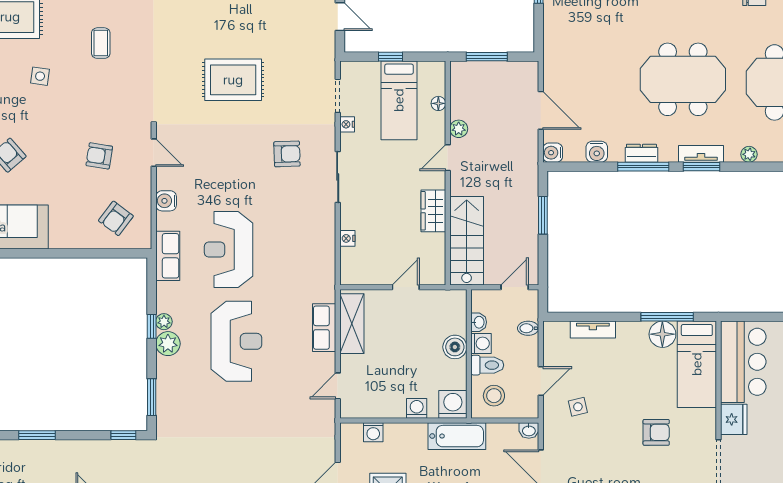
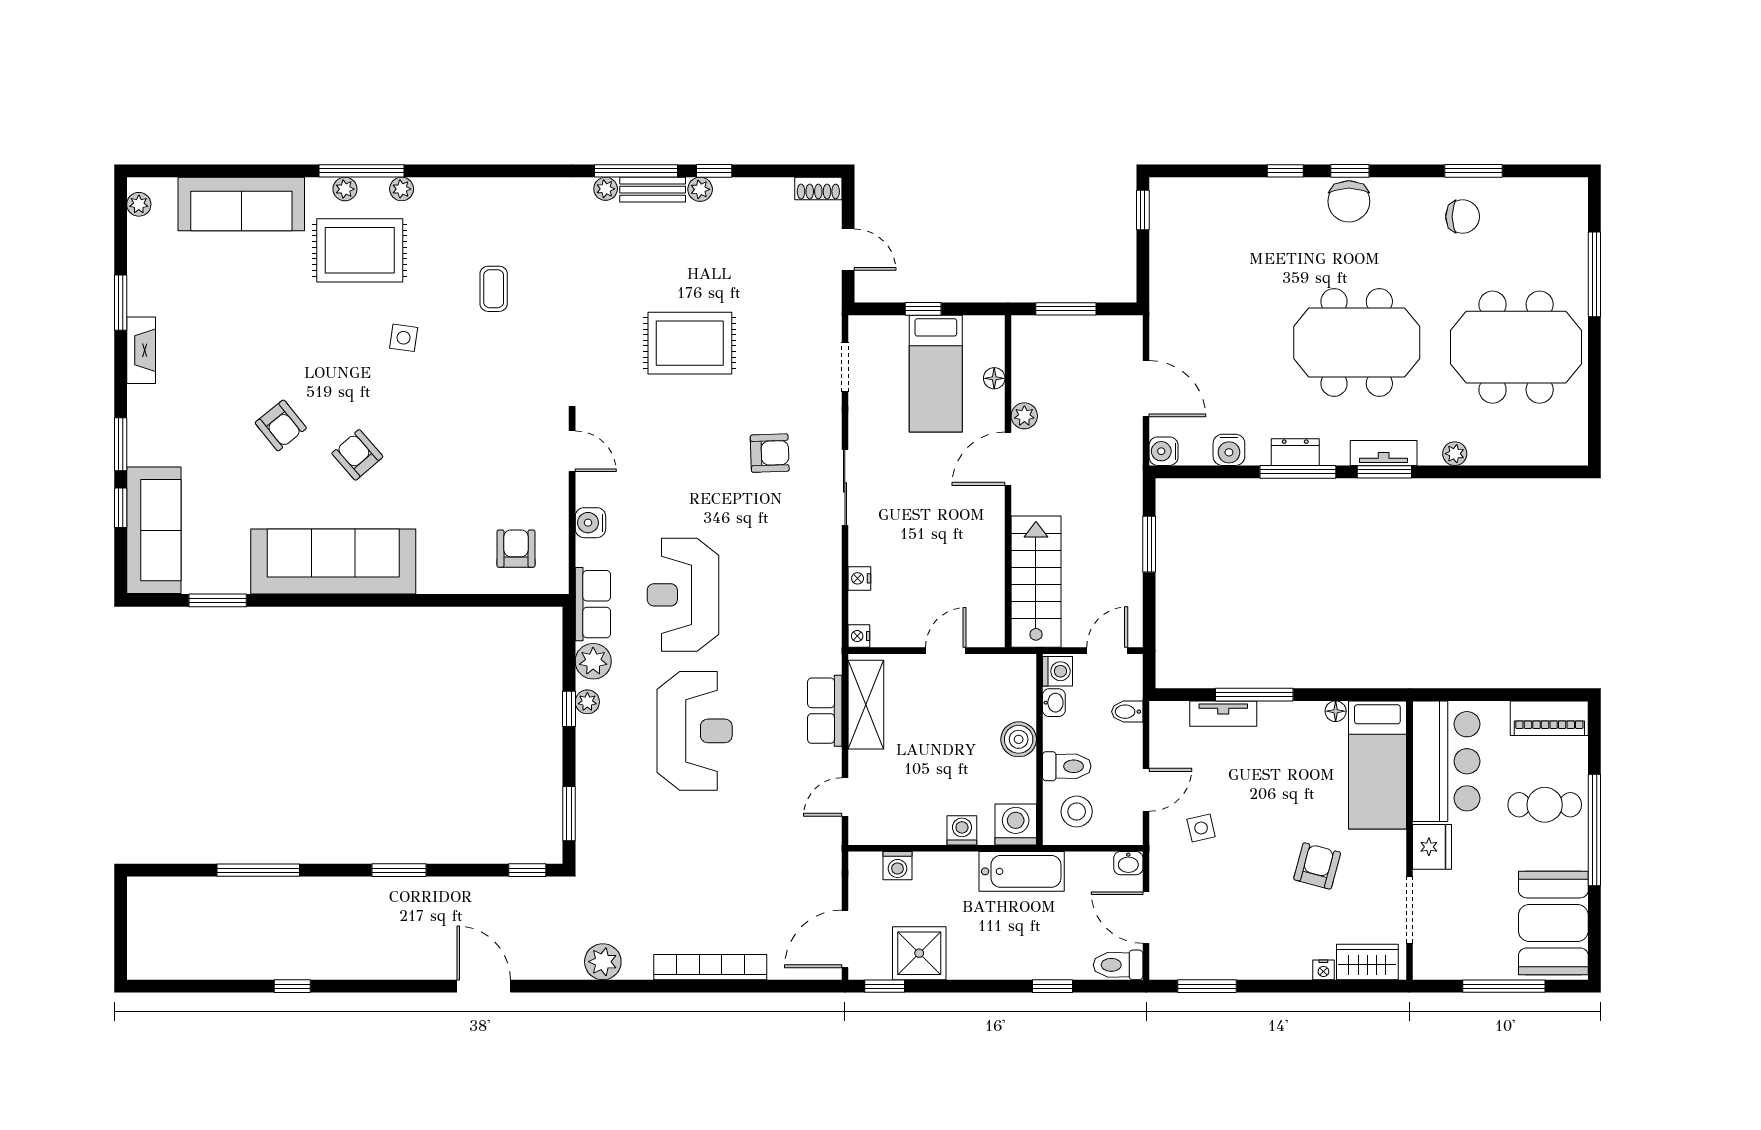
nightstand: (347, 124) -> (859, 636), moved
armchair: (99, 156) -> (491, 456), removed
door: (448, 158) -> (1008, 459), width x1.38
wardrobe: (433, 211) -> (987, 537), removed
armchair: (116, 218) -> (516, 549), turned 143
window: (667, 317) -> (1254, 695), moved
floor lamp: (662, 334) -> (1336, 711), width x0.53, depth x0.53
washing machine: (481, 343) -> (1057, 671), moved
plant: (168, 344) -> (593, 661), moved
armchair: (656, 432) -> (1317, 866), turned -75

